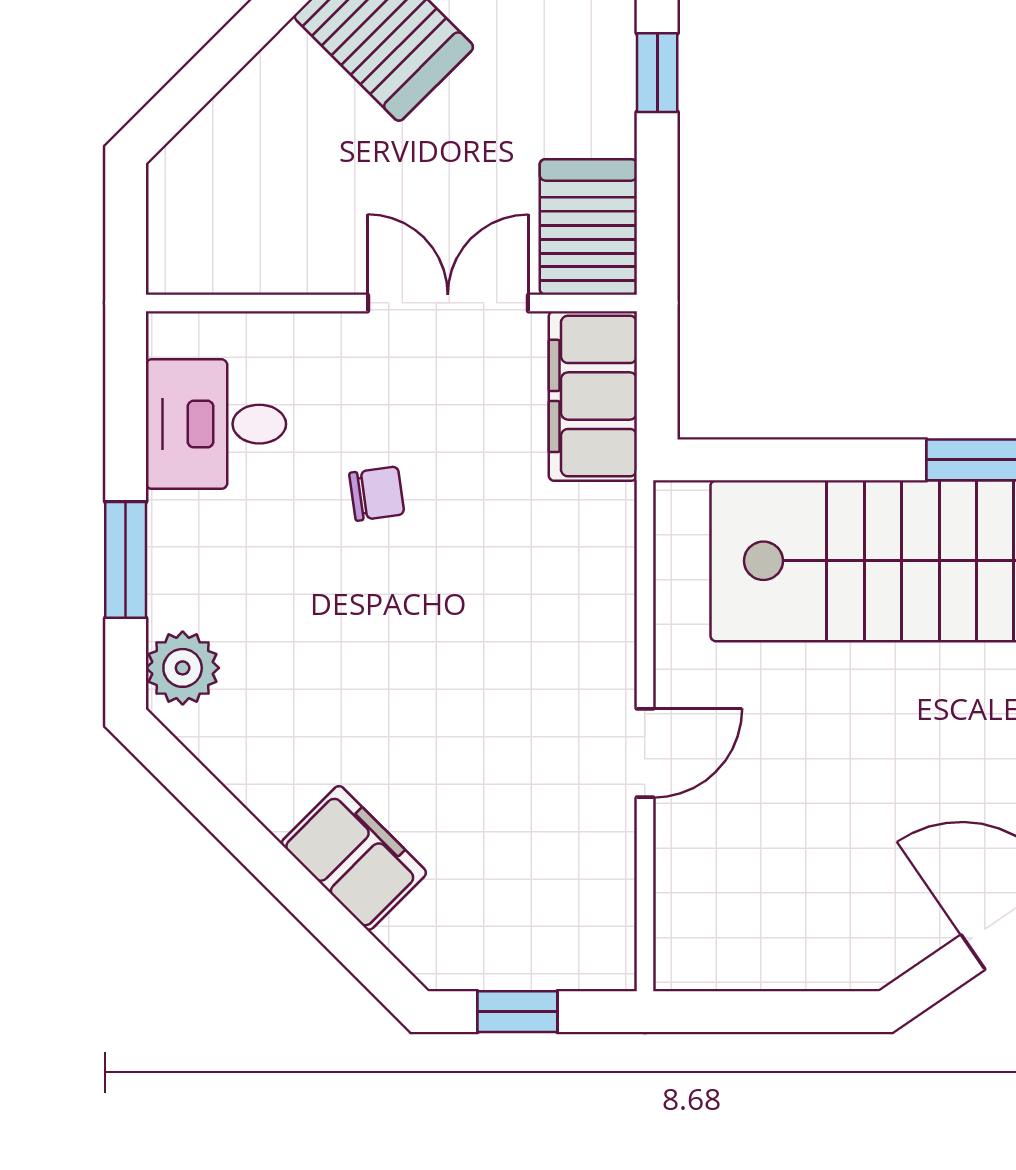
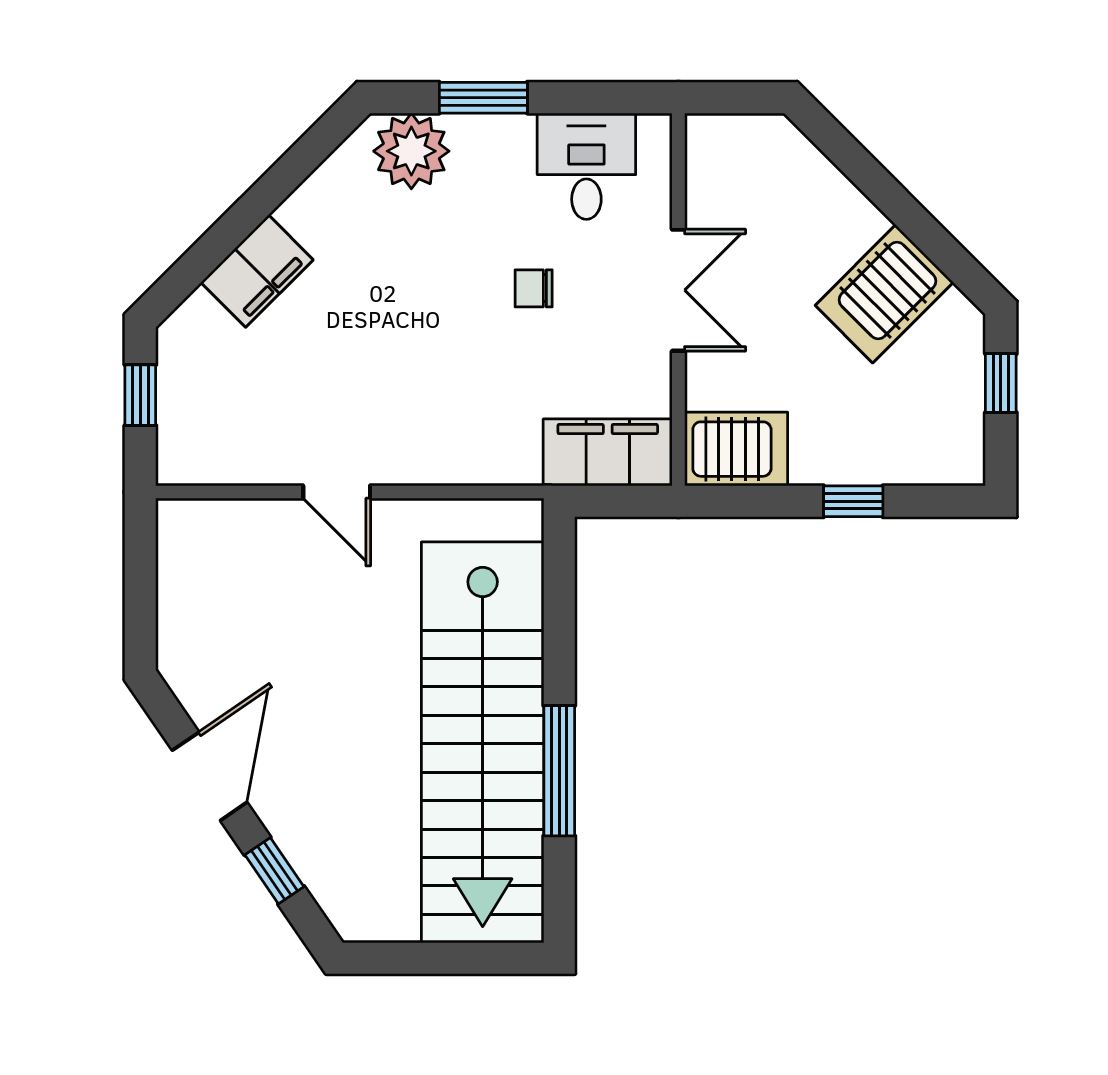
double door: (448, 303) -> (678, 290), moved
chair: (377, 494) -> (534, 288), turned 98
plant: (183, 668) -> (411, 151), width x1.36, depth x1.36

